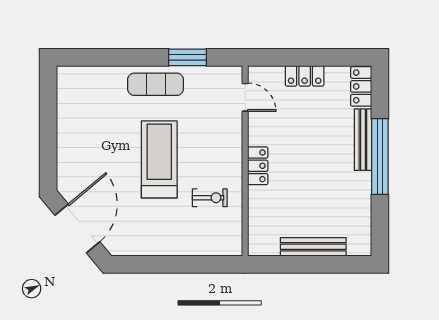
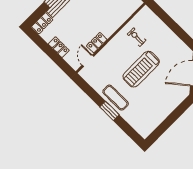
window: (188, 57) -> (109, 111), moved
locker: (258, 166) -> (97, 43), moved

